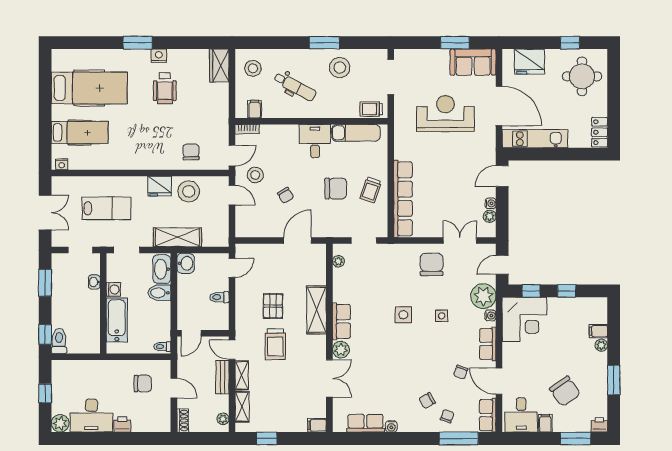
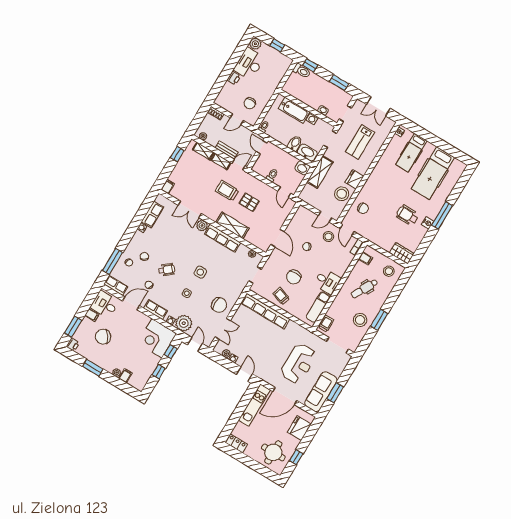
window: (138, 43) -> (442, 215), width x1.44
sofa: (473, 62) -> (321, 392), width x1.36
row of seats: (341, 321) -> (223, 238), width x1.48
wheelchair: (427, 361) -> (167, 270), added

